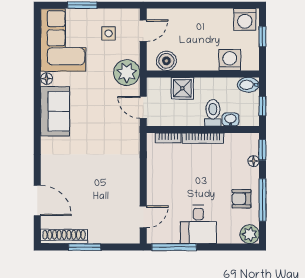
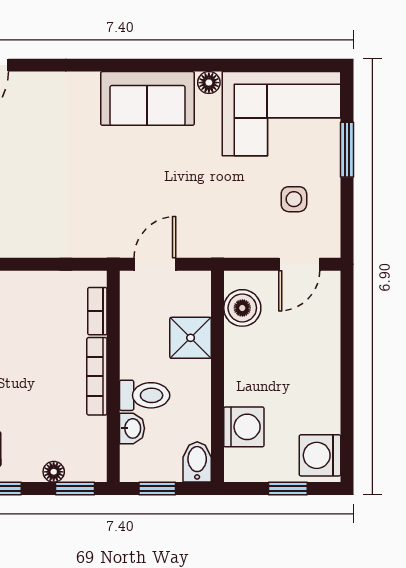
door: (143, 31) -> (299, 264), hinge flipped
plant: (127, 73) -> (220, 233), removed

